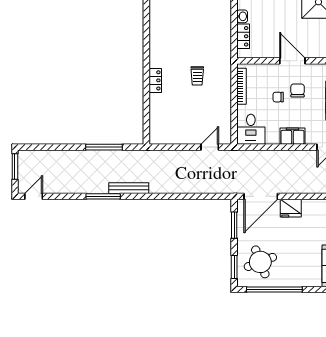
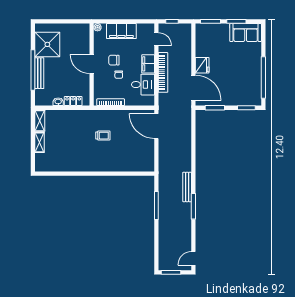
door: (292, 61) -> (92, 64), hinge flipped
locker: (155, 80) -> (106, 167), removed
desk: (251, 129) -> (143, 85), moved
door: (210, 147) -> (156, 126), width x1.87
bookcase: (281, 156) -> (163, 72), added
door: (34, 196) -> (193, 258), hinge flipped
round table: (260, 262) -> (243, 88), removed

